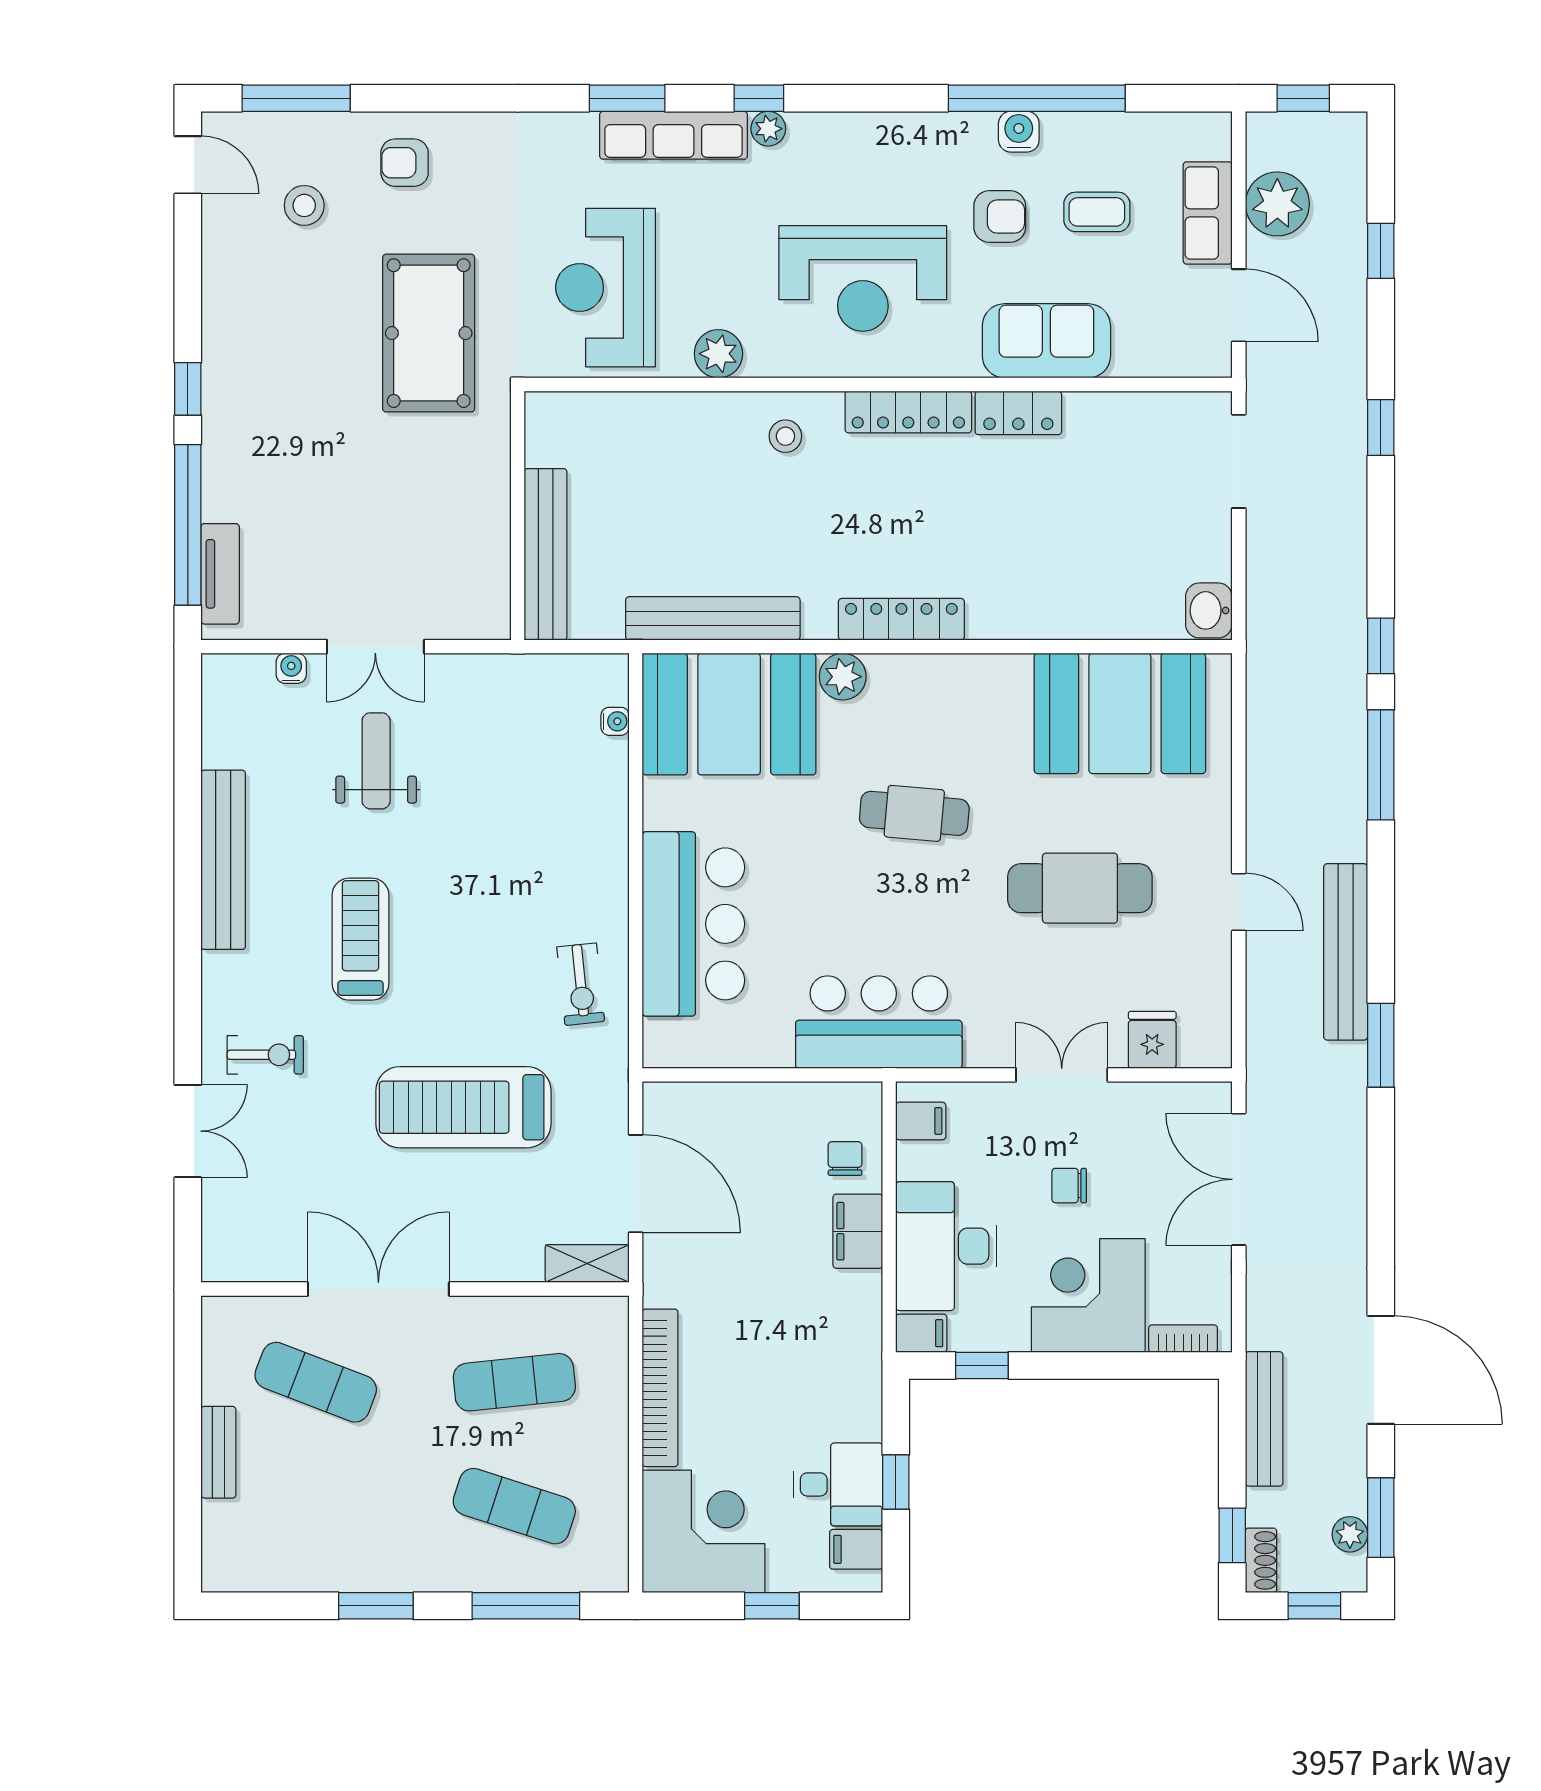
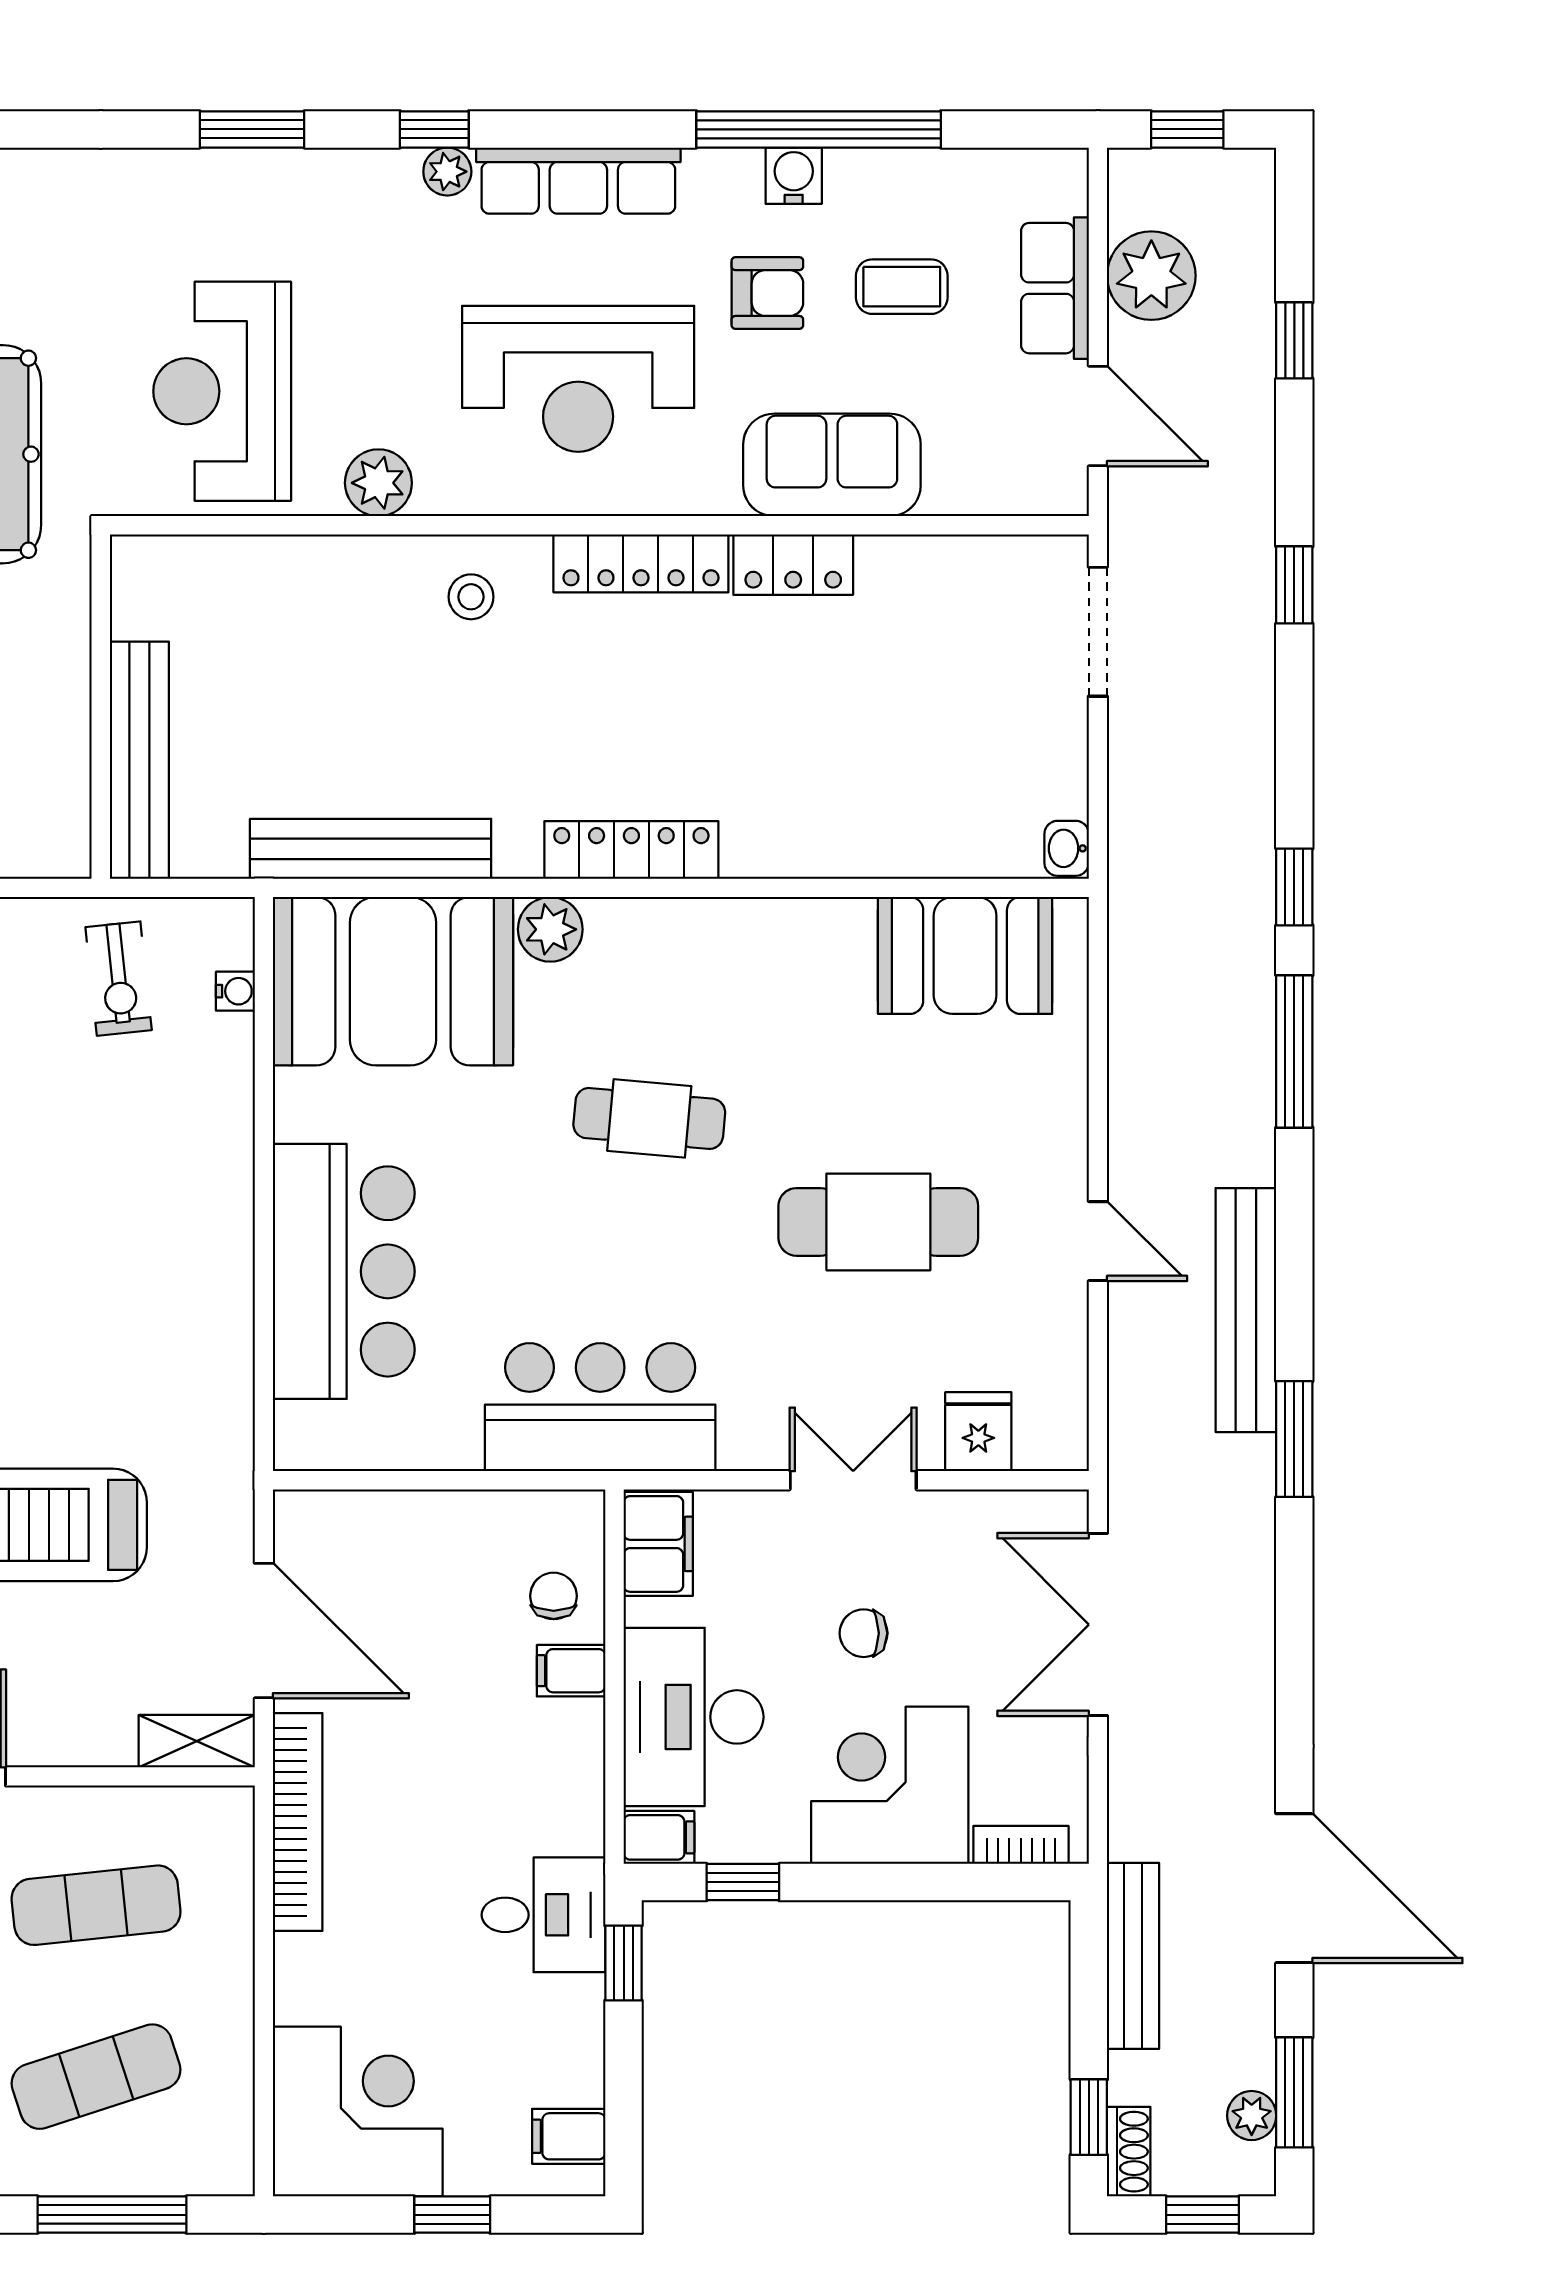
row of seats: (674, 135) -> (578, 181), moved
washbasin: (1209, 610) -> (1067, 848), width x0.72, depth x0.69
booth: (1120, 713) -> (965, 955), width x0.73, depth x0.70
exercise bike: (581, 984) -> (119, 979), moved
filing cabinet: (921, 1121) -> (658, 1544), width x2.00
filing cabinet: (858, 1231) -> (571, 1671), width x0.50
bookcase: (660, 1388) -> (298, 1822), moved
window: (896, 1482) -> (624, 1963), moved
desk: (838, 1484) -> (543, 1915), moved
exercise mat: (514, 1506) -> (96, 2077), turned -36

